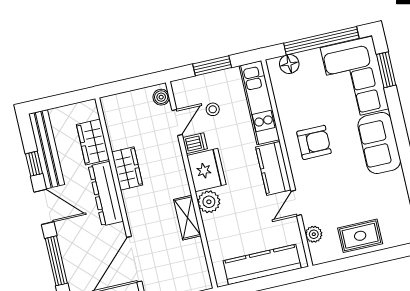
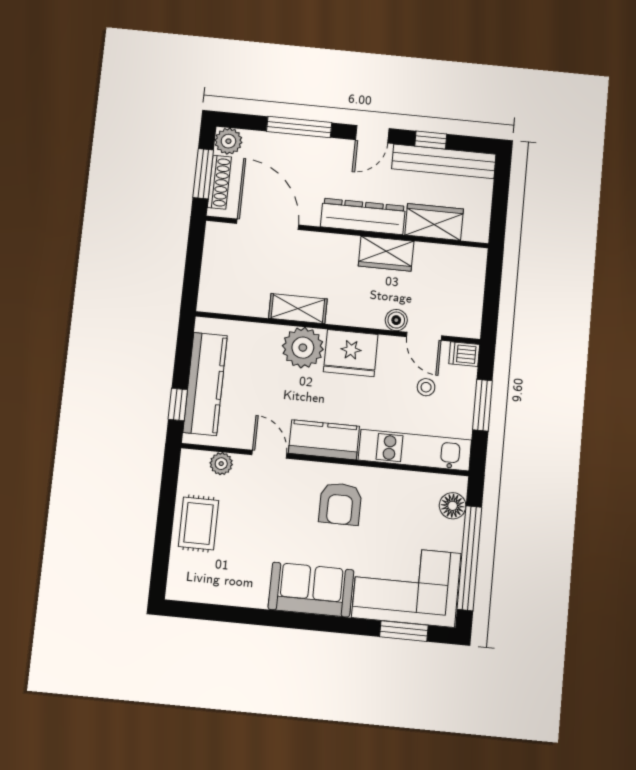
boiler: (161, 97) -> (396, 320), moved
dishwasher: (195, 143) -> (464, 354), moved, turned 90
plant: (209, 202) -> (303, 348), width x1.36, depth x1.36
door: (44, 207) -> (372, 134), width x0.73
window: (283, 279) -> (178, 404), added

